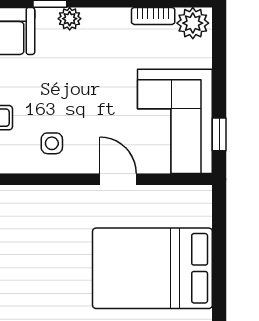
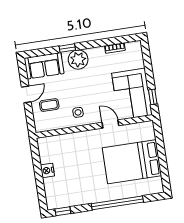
plant: (70, 19) -> (78, 60), width x1.87, depth x1.87
plant: (193, 23) -> (133, 49), removed

